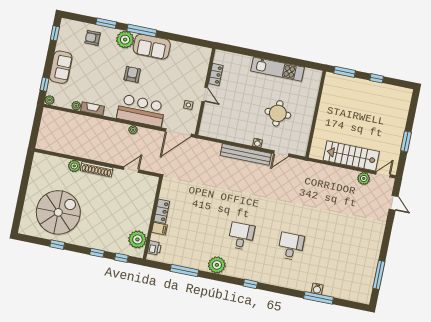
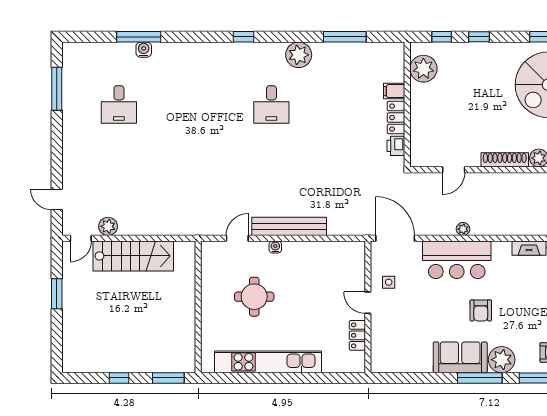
kitchen unit: (277, 69) -> (268, 362), width x1.36
door: (178, 133) -> (395, 238), hinge flipped
desk: (291, 246) -> (119, 105), moved
printer: (154, 248) -> (396, 146), moved

